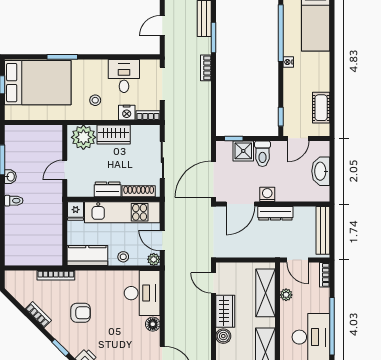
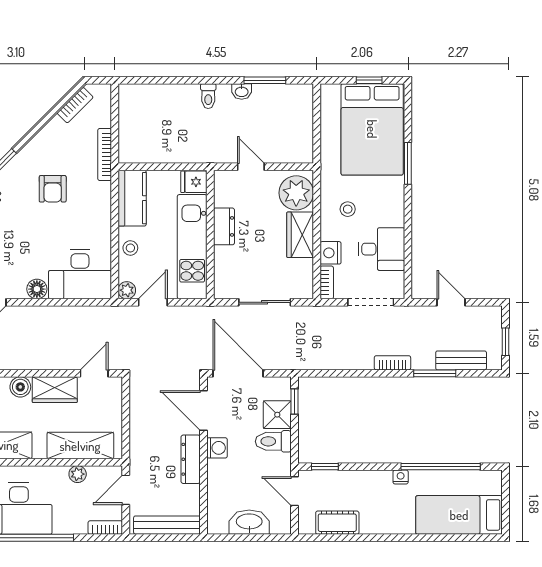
shoe rack: (139, 191) -> (221, 269), removed
bookcase: (38, 315) -> (75, 105), moved

